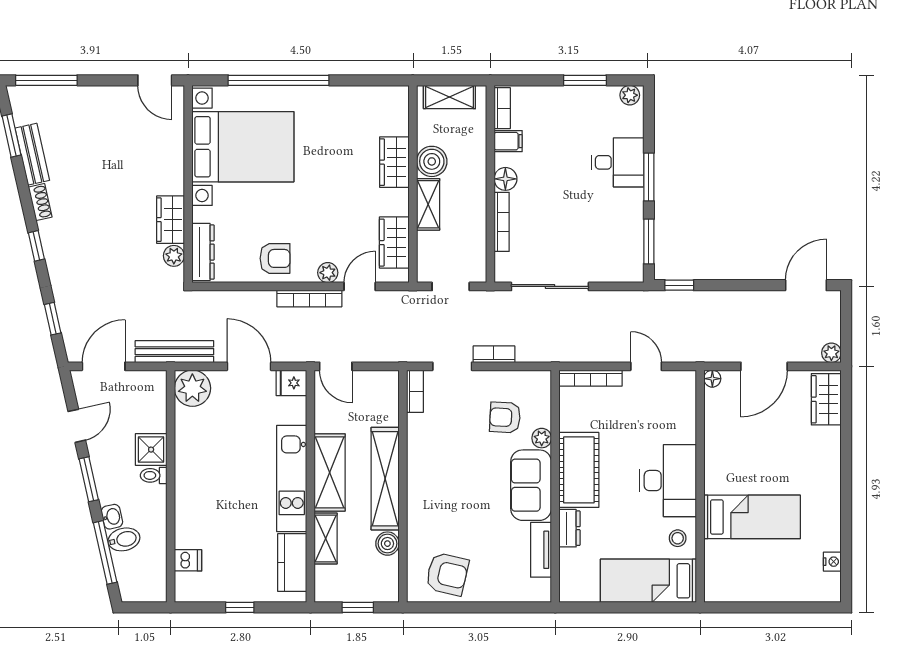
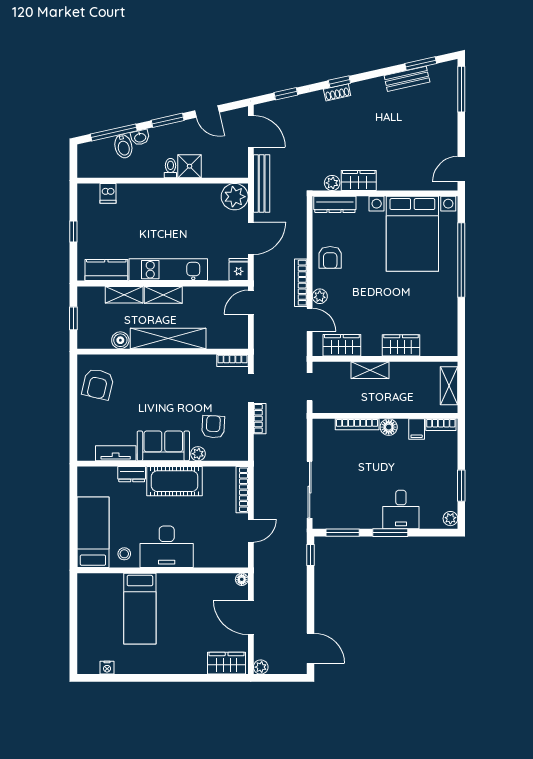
boiler: (432, 161) -> (402, 373), removed
shoe rack: (40, 202) -> (337, 92), moved
sliding door: (550, 286) -> (310, 490), moved
shelving: (330, 472) -> (163, 295), width x0.67, depth x0.75

